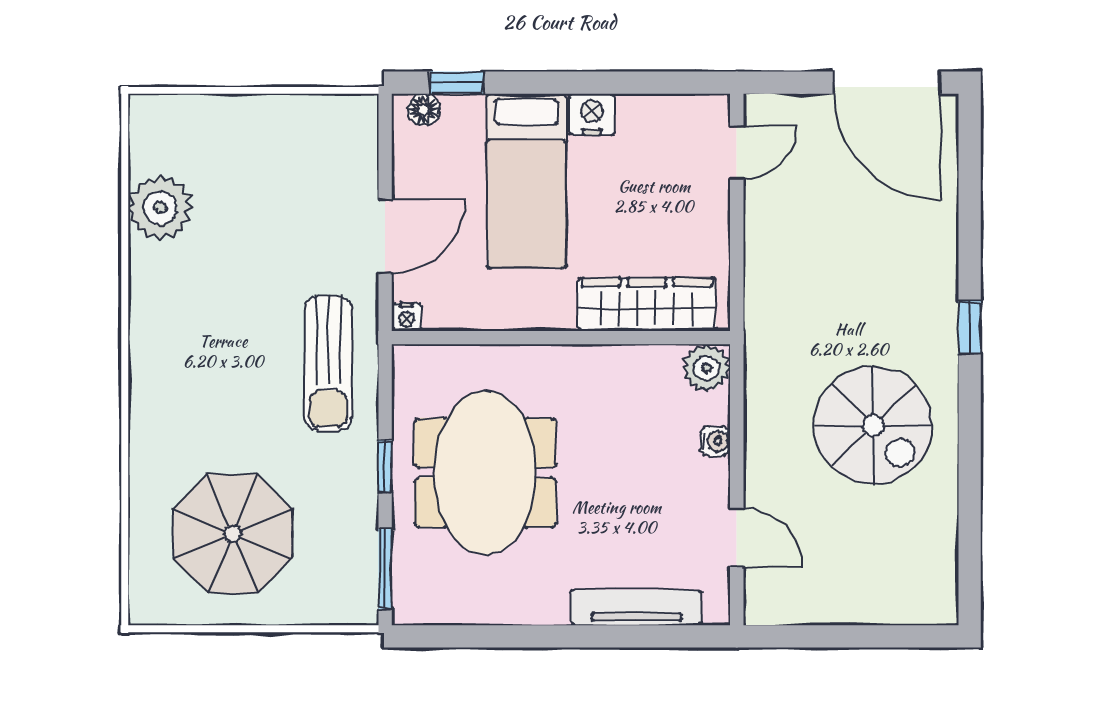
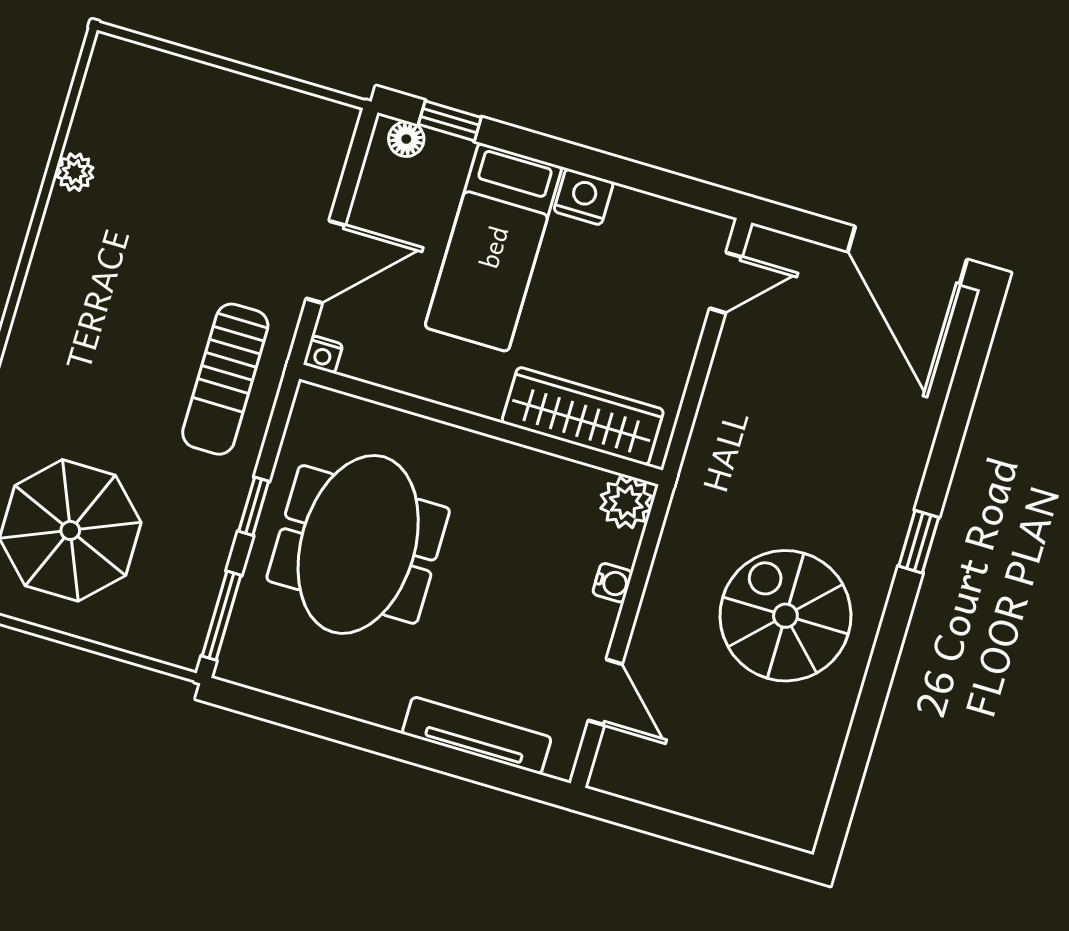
plant: (160, 208) -> (75, 172), width x0.53, depth x0.53
spiral stairs: (873, 425) -> (785, 616), turned 180

